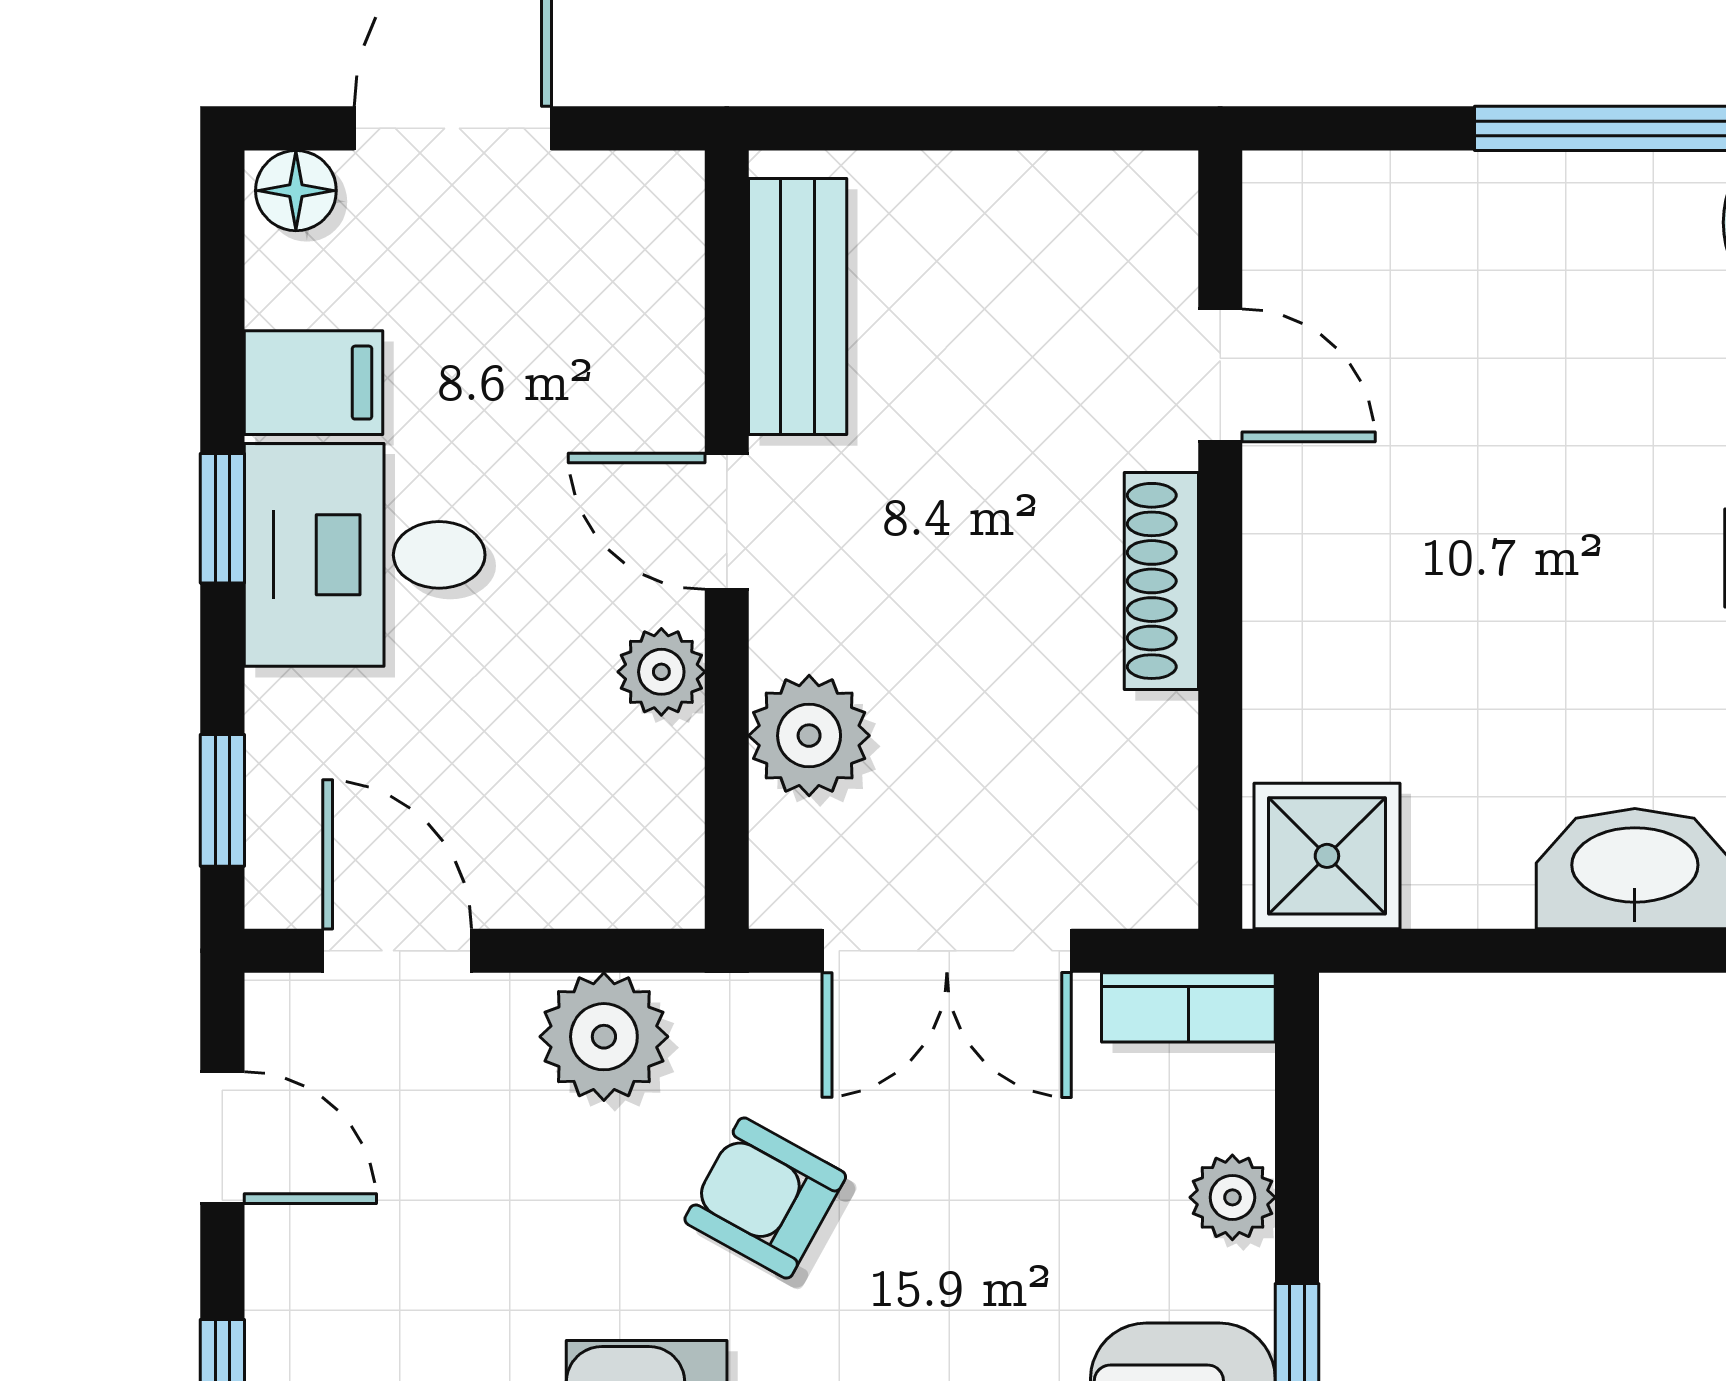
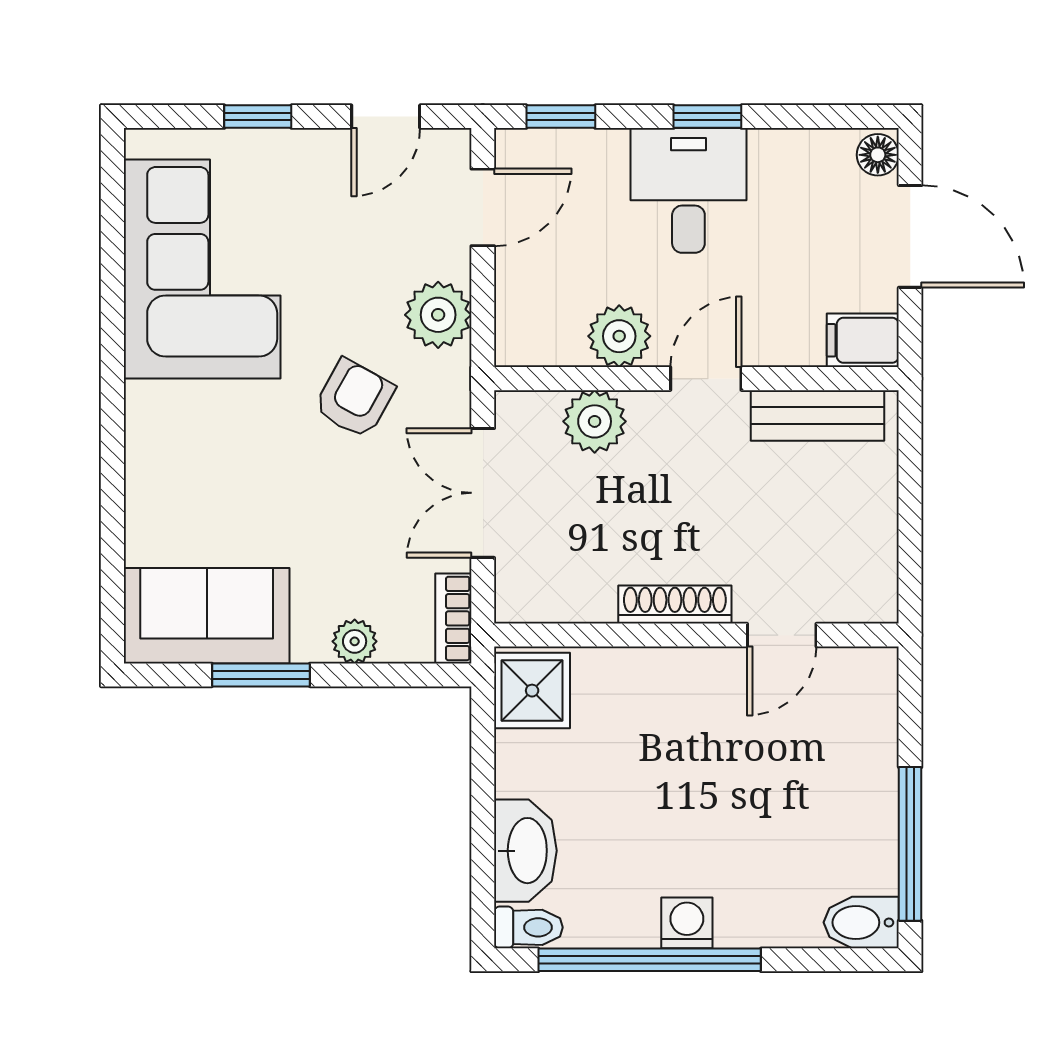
filing cabinet: (314, 383) -> (863, 340), moved, turned 90
plant: (661, 672) -> (619, 336), width x1.38, depth x1.38

